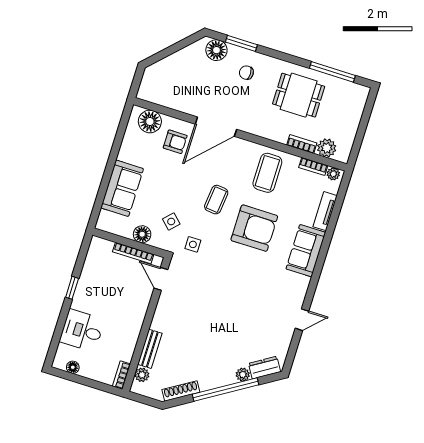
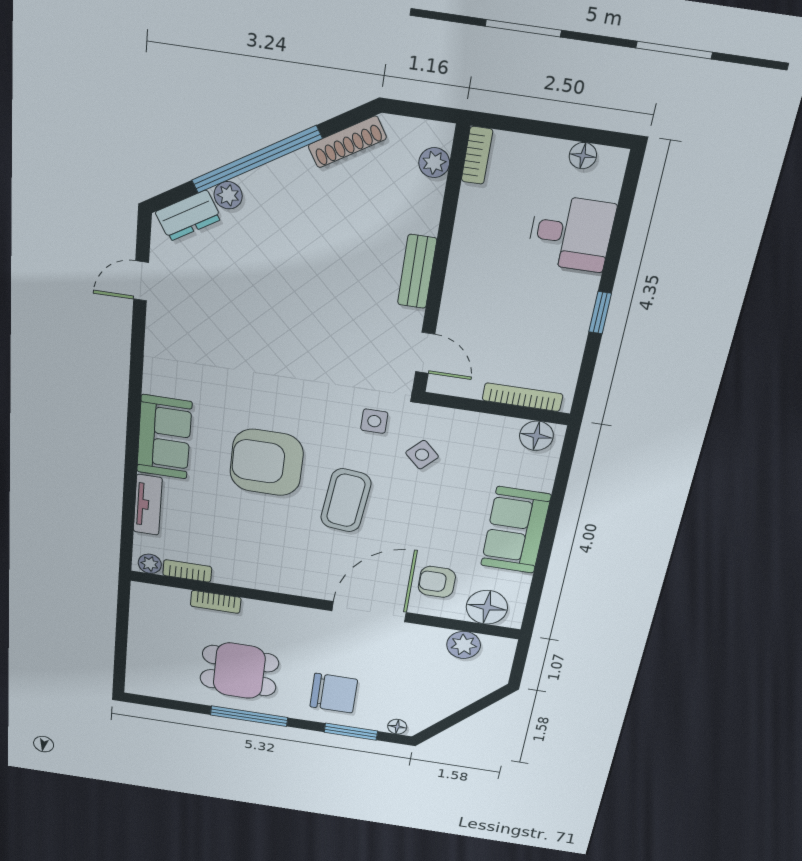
floor lamp: (216, 50) -> (397, 727), width x0.53, depth x0.53
window: (332, 72) -> (249, 716), moved
chair: (246, 73) -> (334, 693), width x1.87, depth x1.87
plant: (327, 148) -> (464, 645), moved
coffee table: (267, 173) -> (264, 553), removed
sofa: (122, 188) -> (516, 530), moved
coffee table: (216, 200) -> (346, 500), width x1.36, depth x1.30
floor lamp: (142, 234) -> (536, 436), moved
bookcase: (133, 253) -> (522, 397), moved
door: (302, 320) -> (141, 281), moved
bench: (150, 349) -> (417, 272), moved

